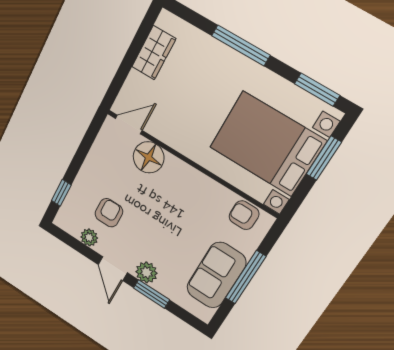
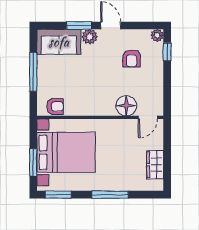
plant: (89, 237) -> (157, 35), moved
sofa: (216, 275) -> (59, 42), moved, turned 90

